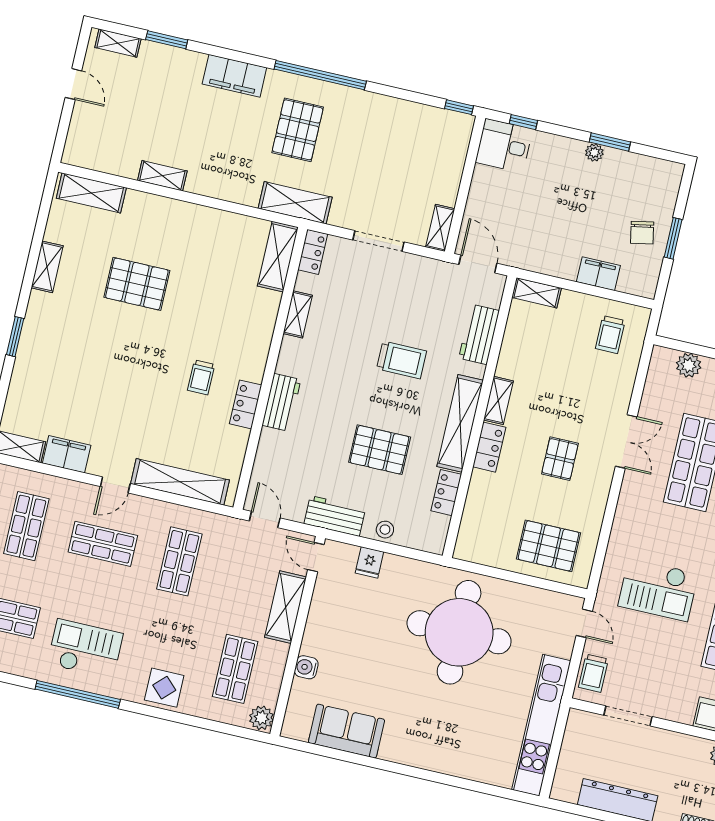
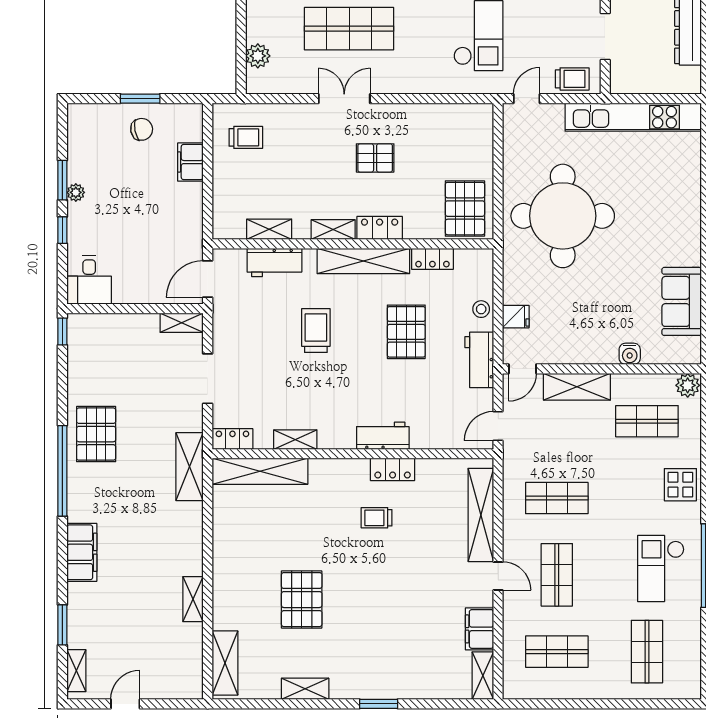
window: (523, 122) -> (62, 230), moved
pallet: (298, 130) -> (96, 434), moved, turned 90
shelving: (278, 257) -> (260, 471), width x1.47
shelving: (537, 293) -> (269, 229), moved, turned 90
trolley: (201, 377) -> (377, 518), turned 180
pallet: (549, 546) -> (465, 209), moved

